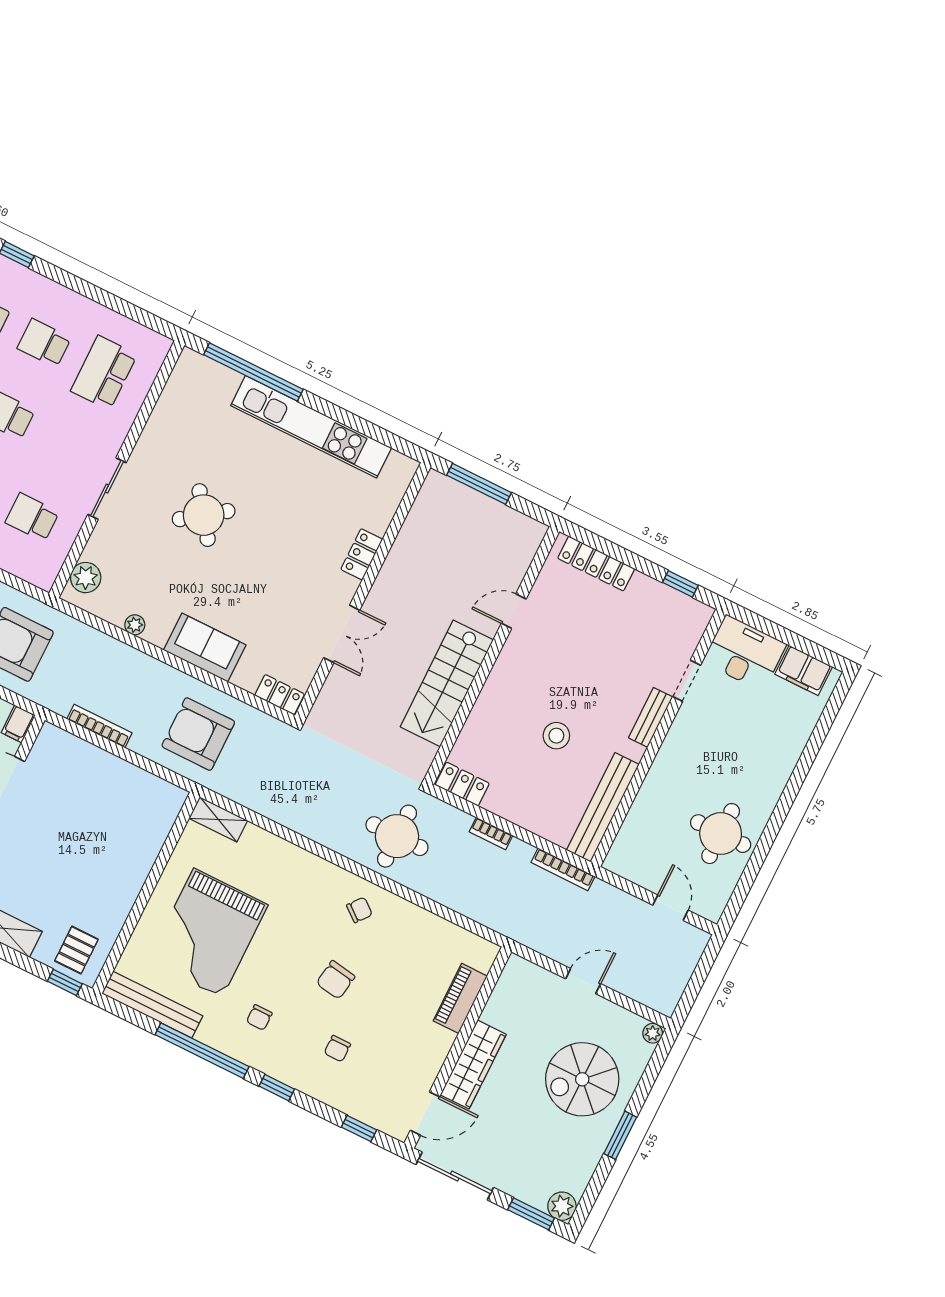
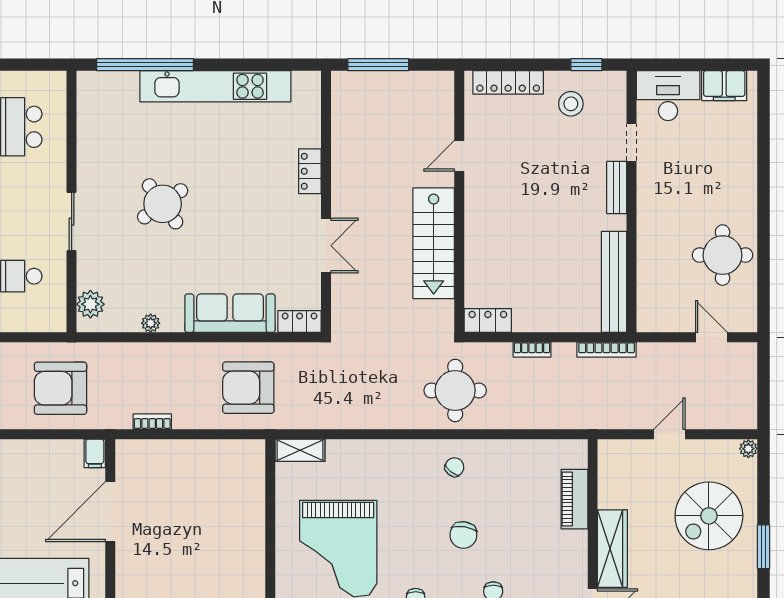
sofa: (205, 647) -> (230, 313), width x1.36
bookcase: (99, 726) -> (152, 422), width x0.64
stool: (556, 736) -> (571, 104), moved

